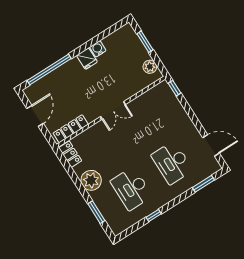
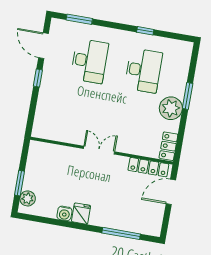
plant: (150, 67) -> (28, 198), moved
window: (49, 69) -> (121, 233), width x0.68
window: (174, 88) -> (38, 78), moved
door: (35, 116) -> (171, 192), moved
window: (96, 212) -> (188, 96), moved

